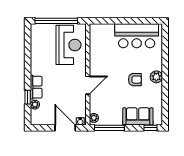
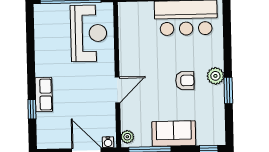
window: (165, 87) -> (228, 90), added
plant: (35, 105) -> (43, 119), removed
sofa: (138, 116) -> (174, 134), moved

